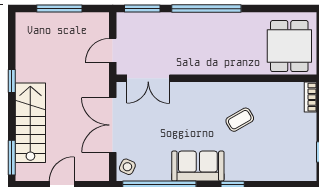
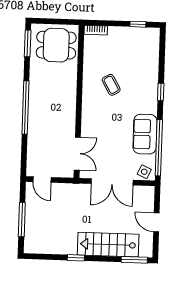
window: (142, 9) -> (28, 43), moved
door: (113, 50) -> (42, 180), moved
sofa: (198, 166) -> (145, 134), moved

